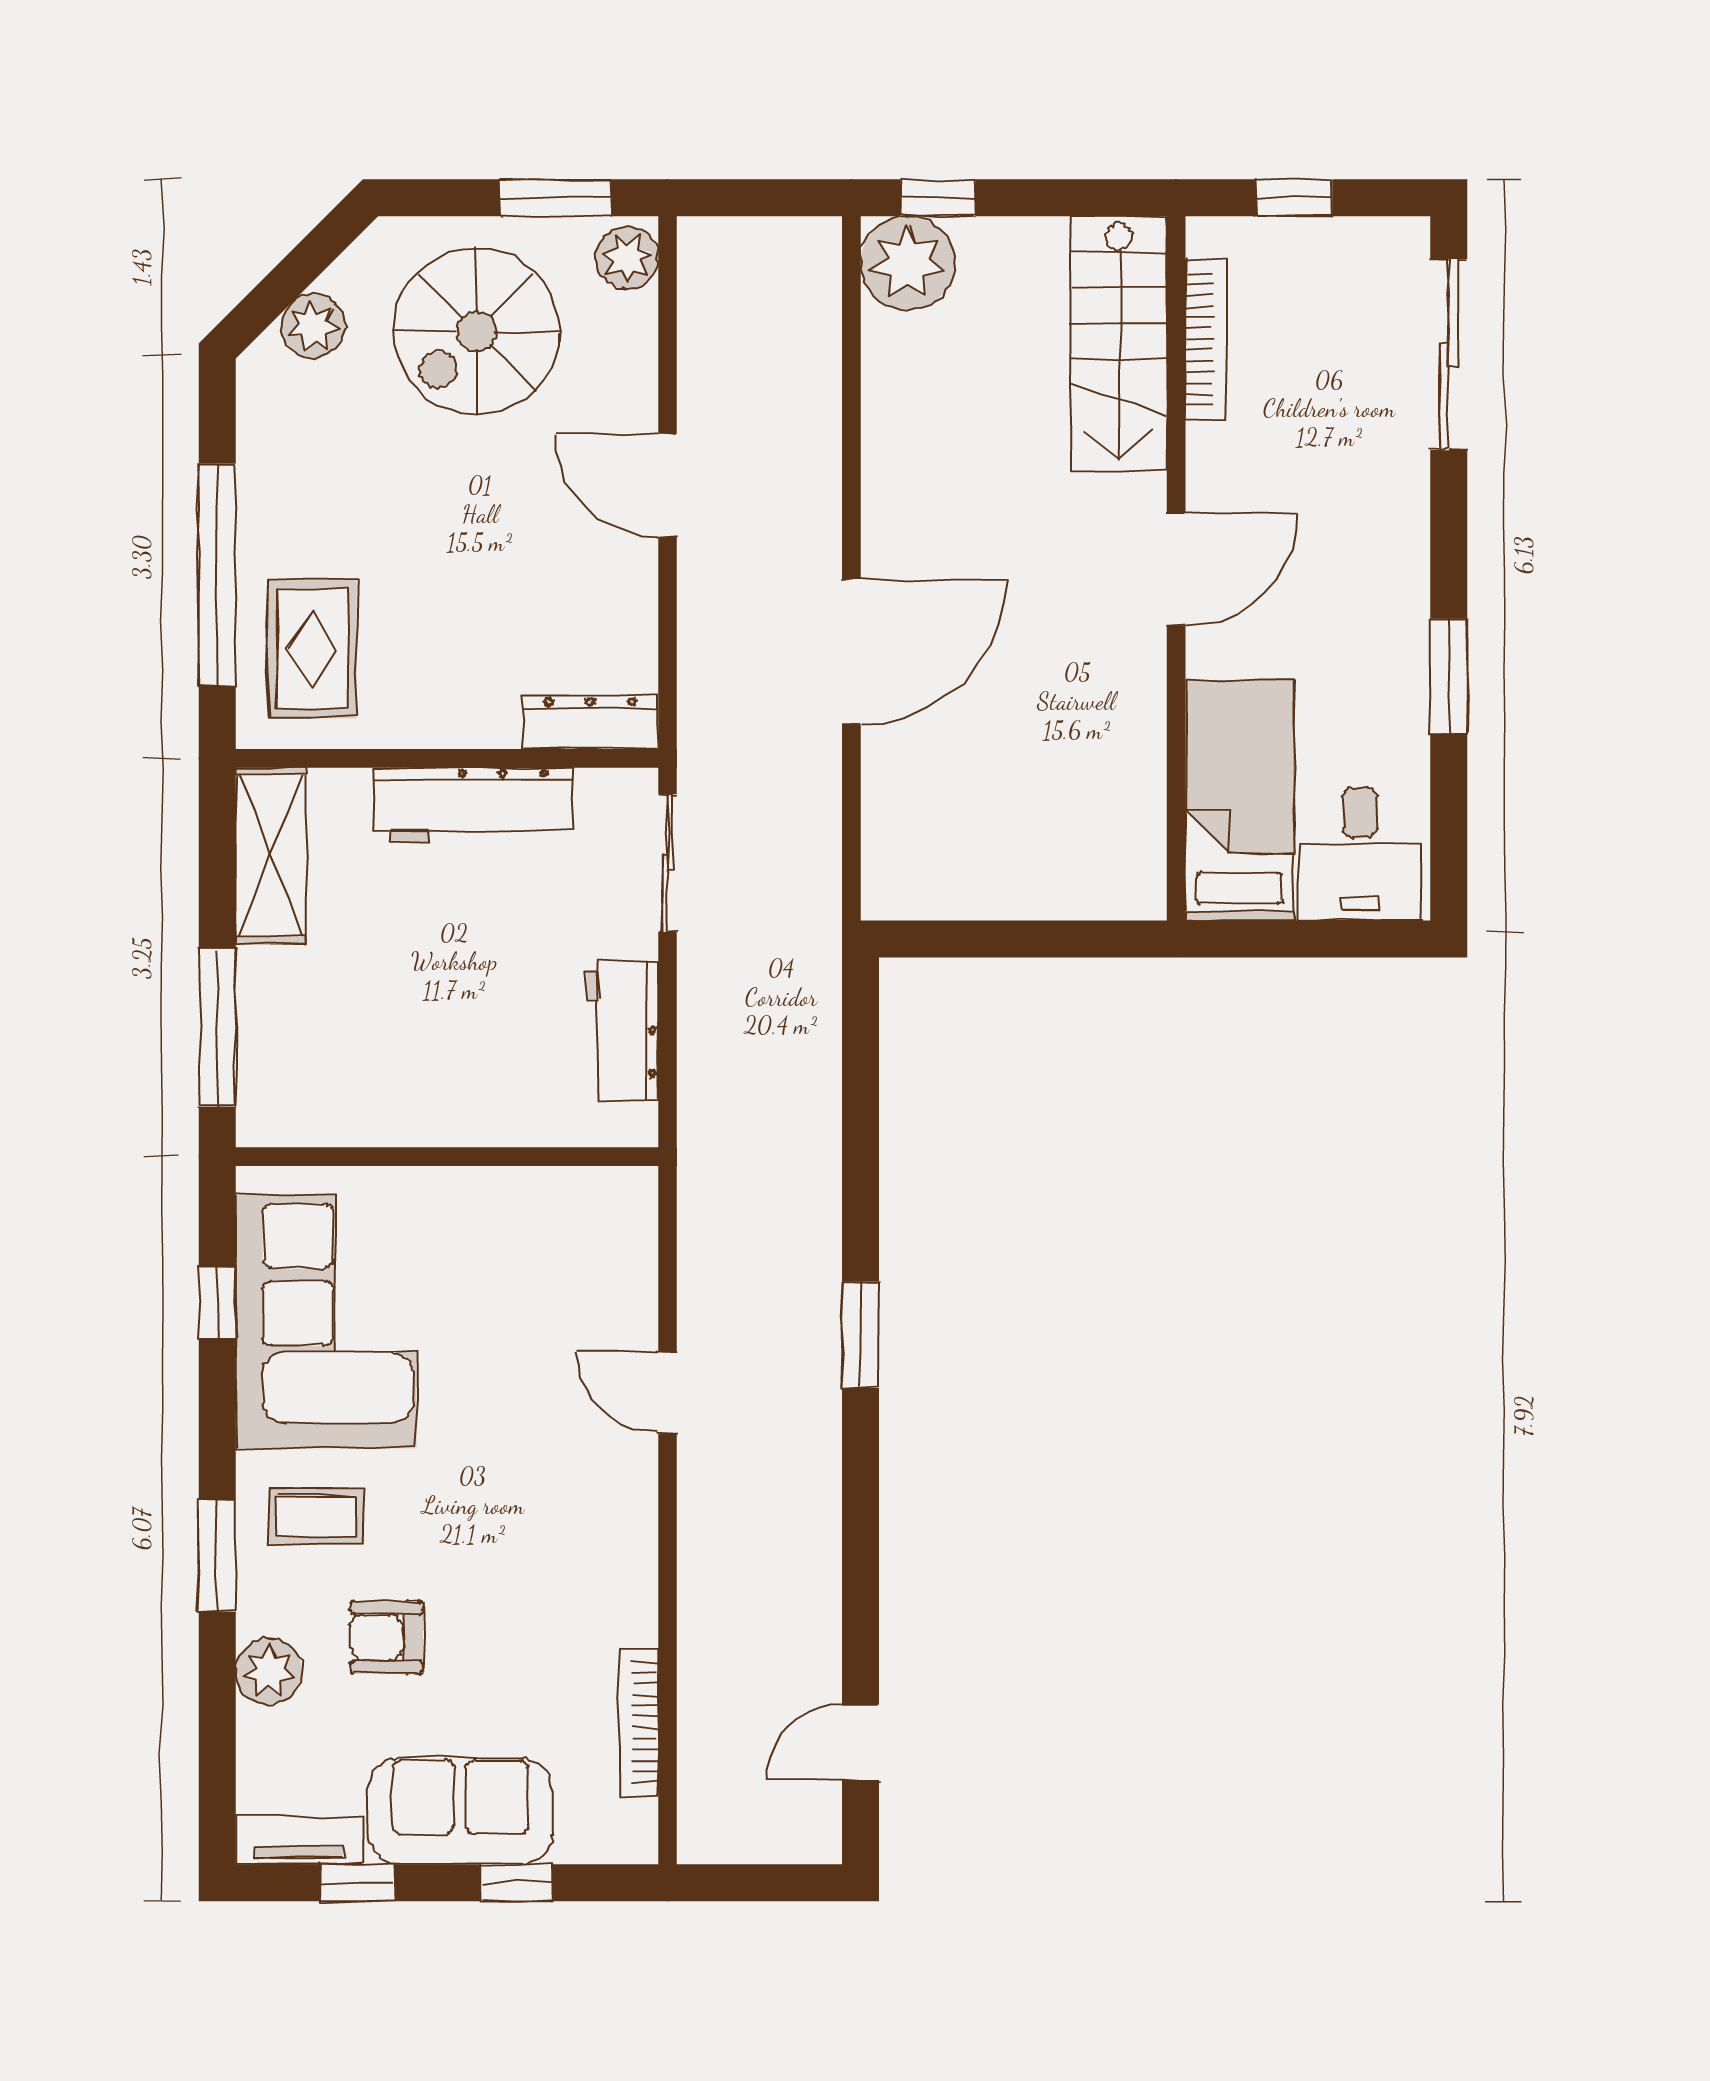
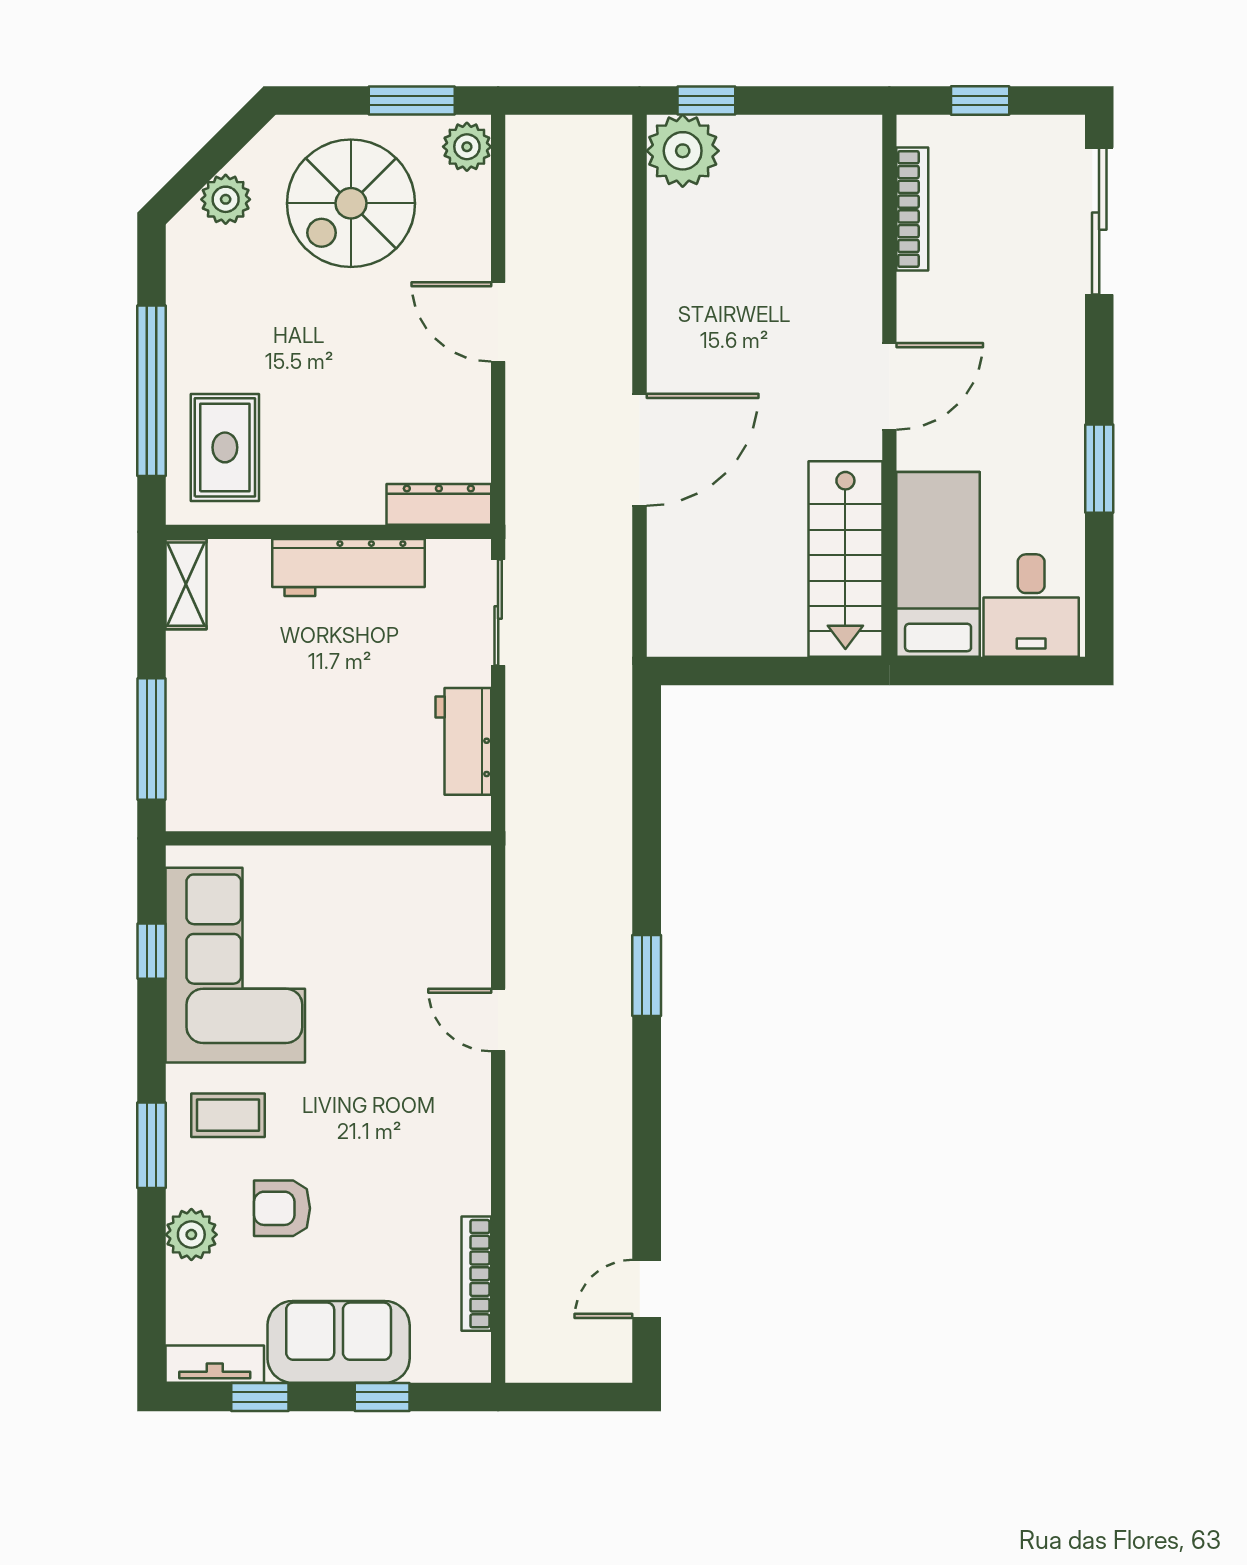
stairs: (1119, 343) -> (845, 559), moved
shelving: (271, 856) -> (186, 584), width x0.67, depth x0.75

